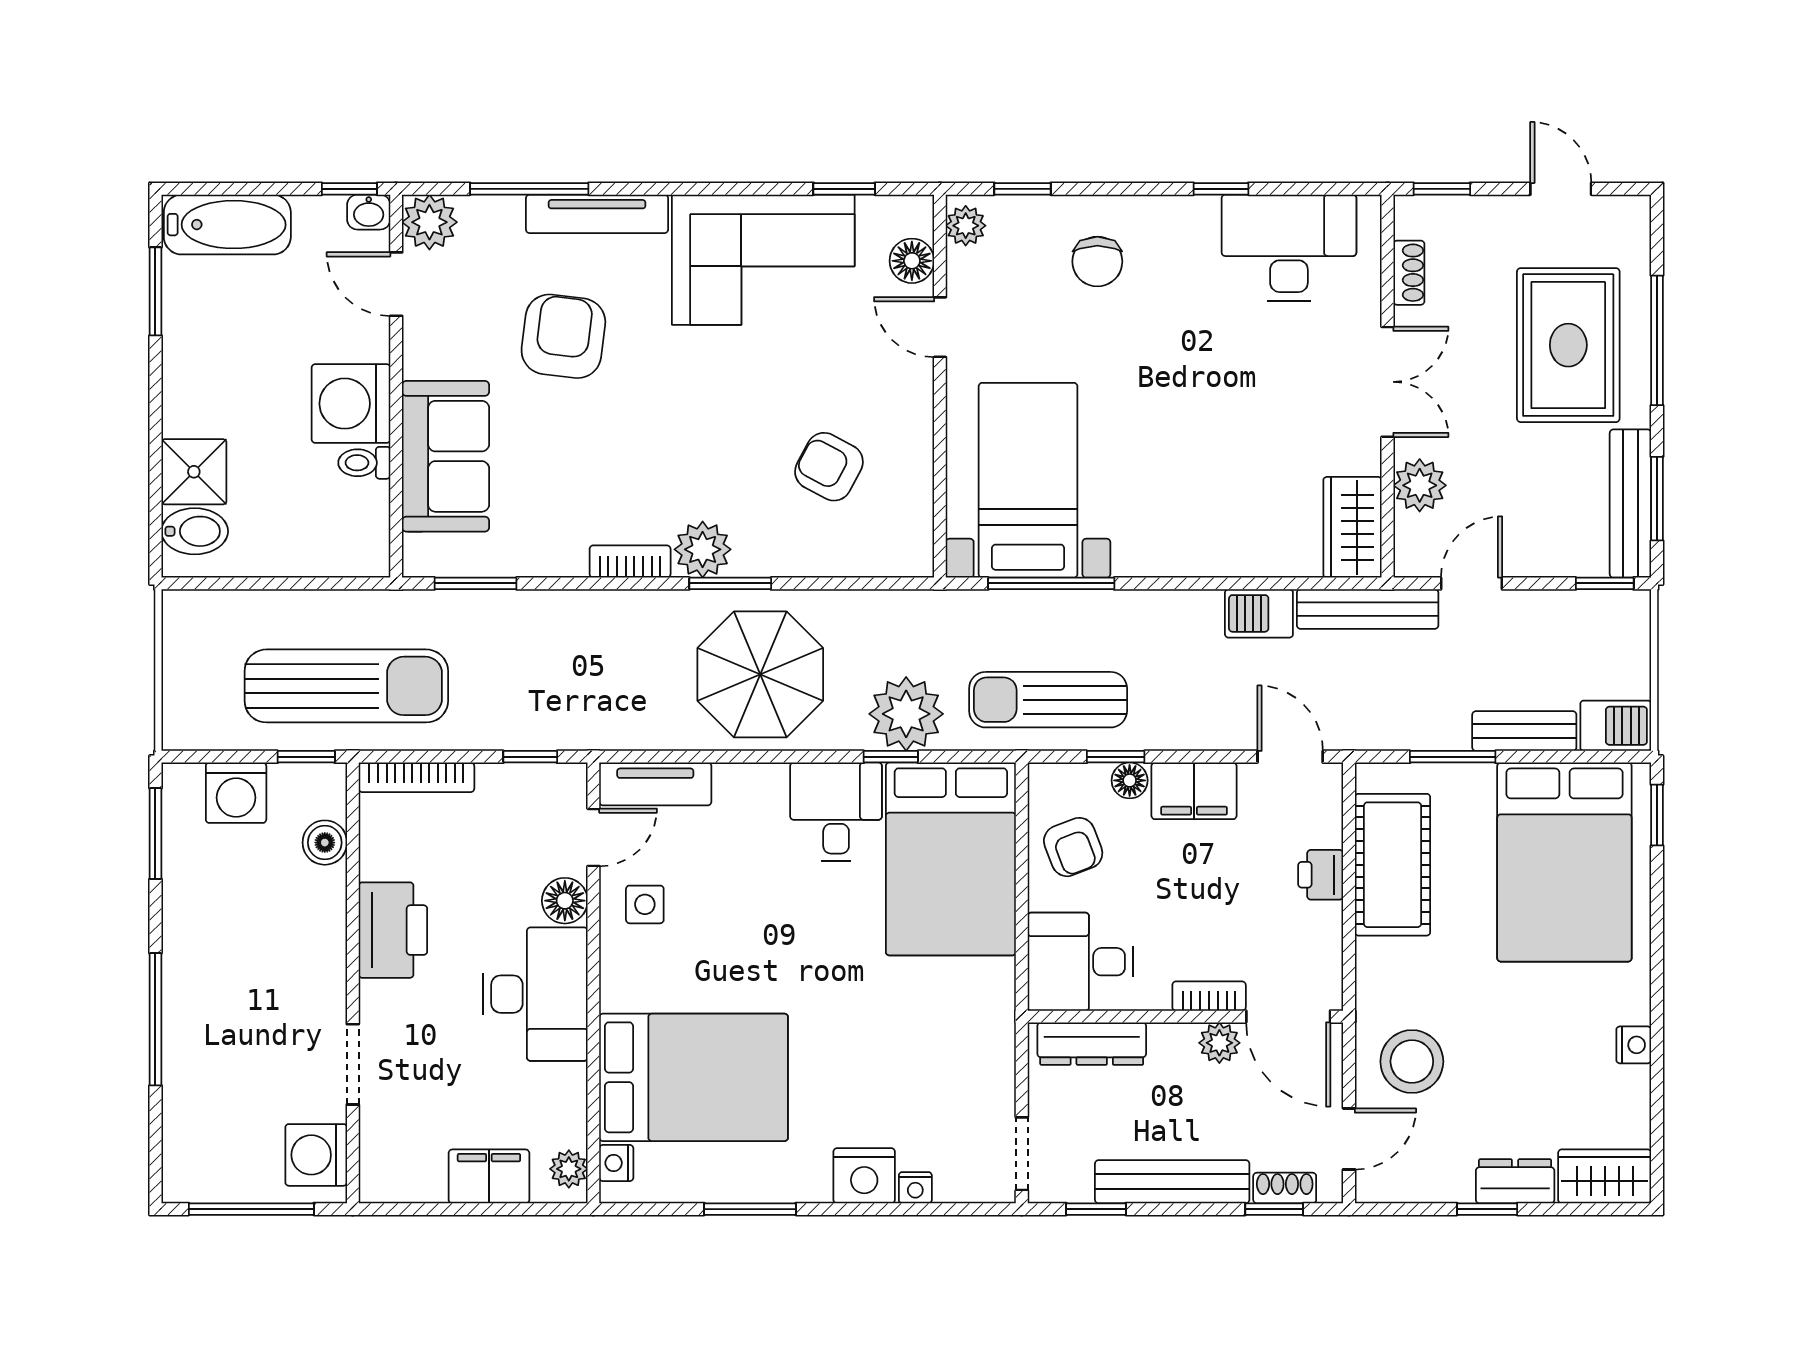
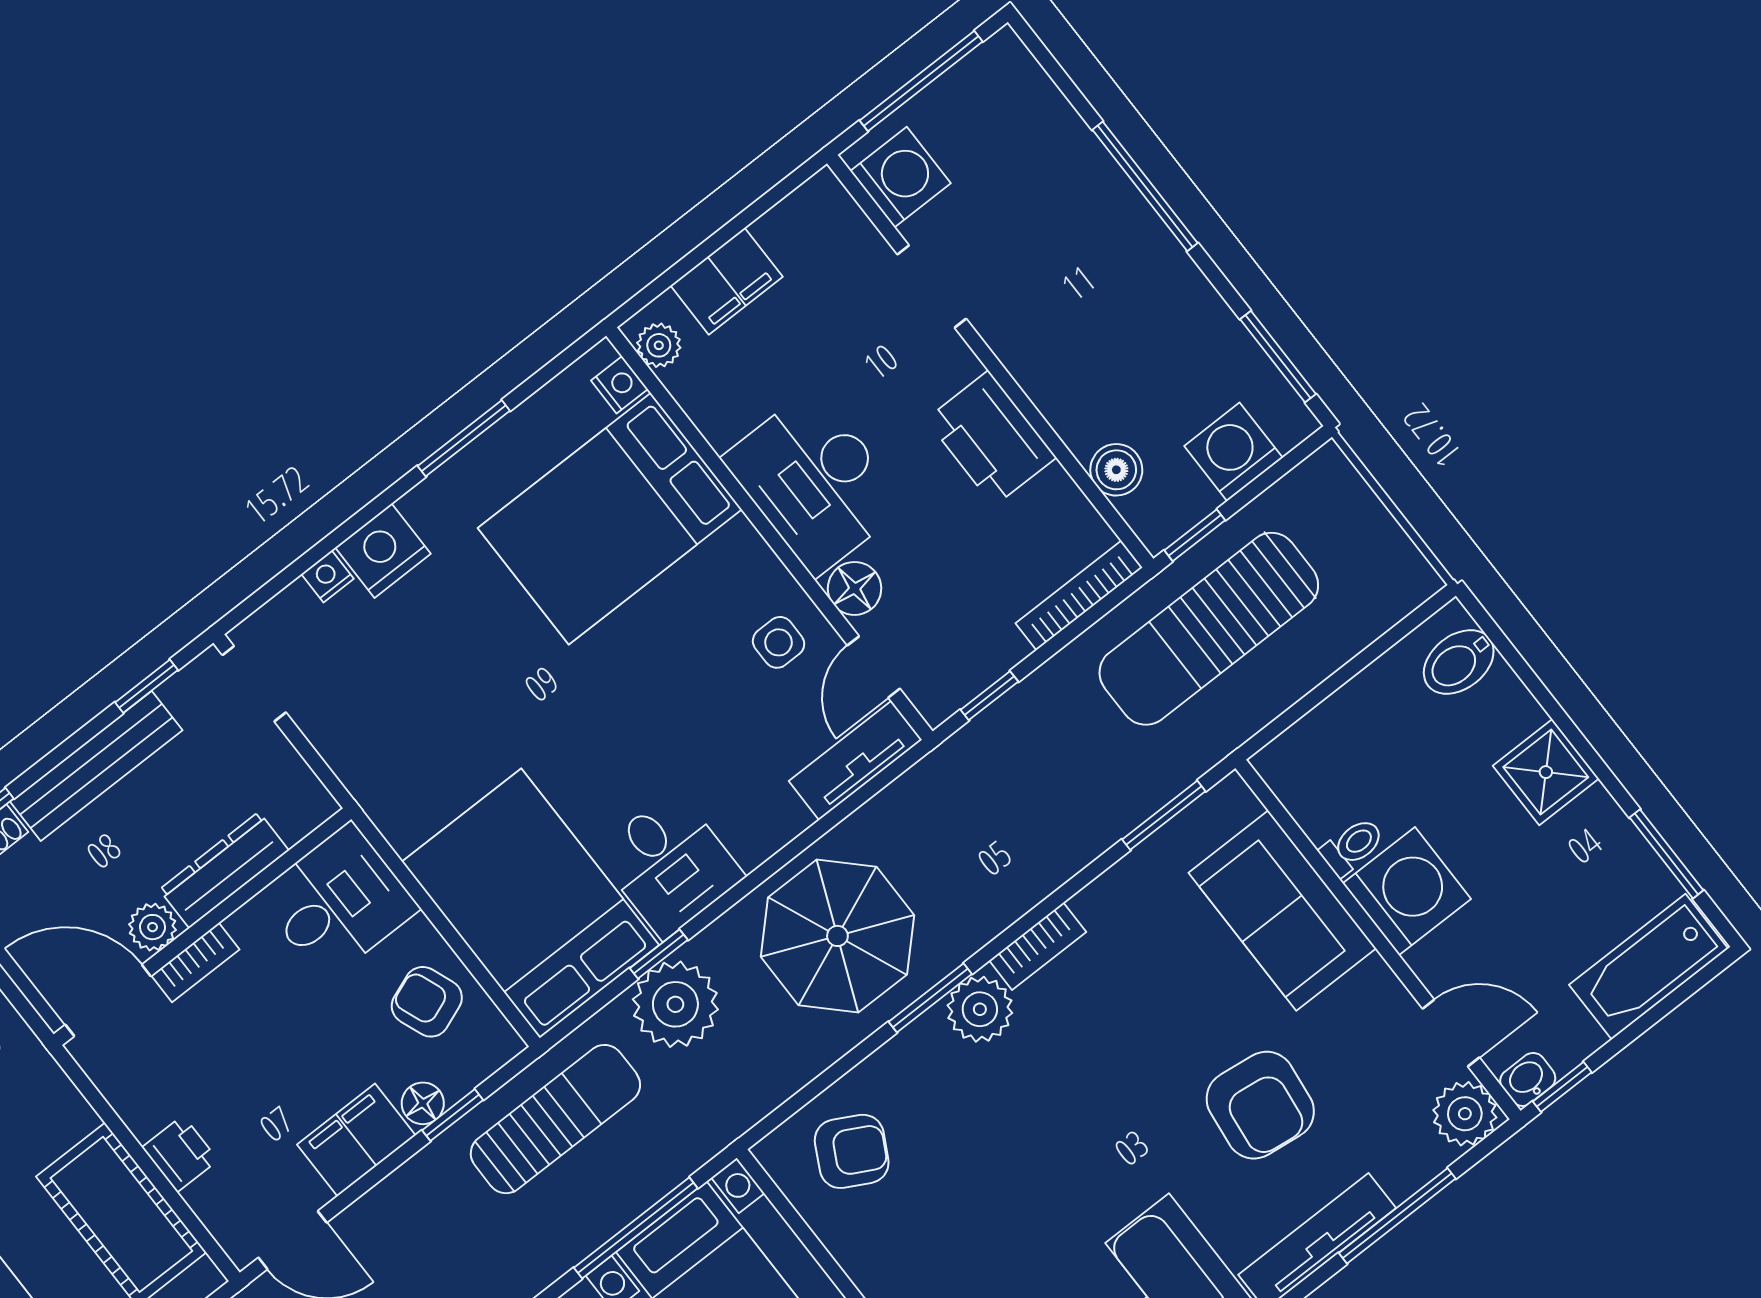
armchair: (829, 467) -> (852, 1151), moved
shower: (194, 472) -> (1546, 772), moved
dresser: (1092, 1044) -> (224, 870), moved

